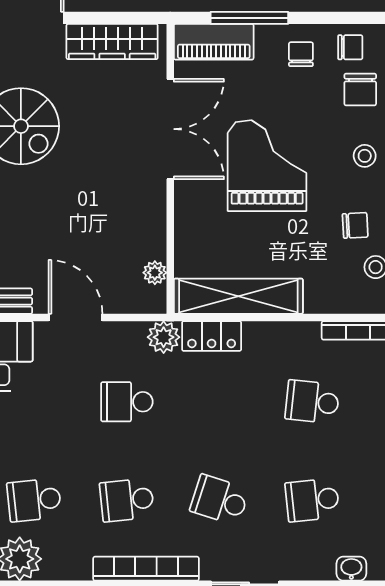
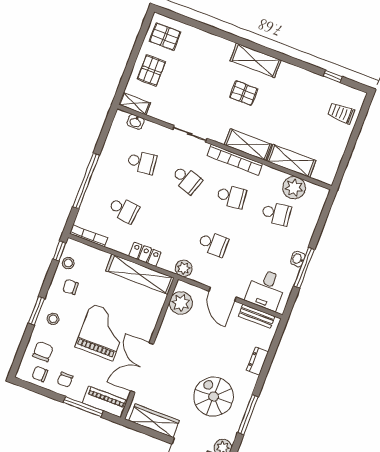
grand piano: (267, 166) -> (102, 332), turned 180
plant: (155, 273) -> (181, 303), width x1.88, depth x1.88
locker: (212, 336) -> (145, 254), moved

